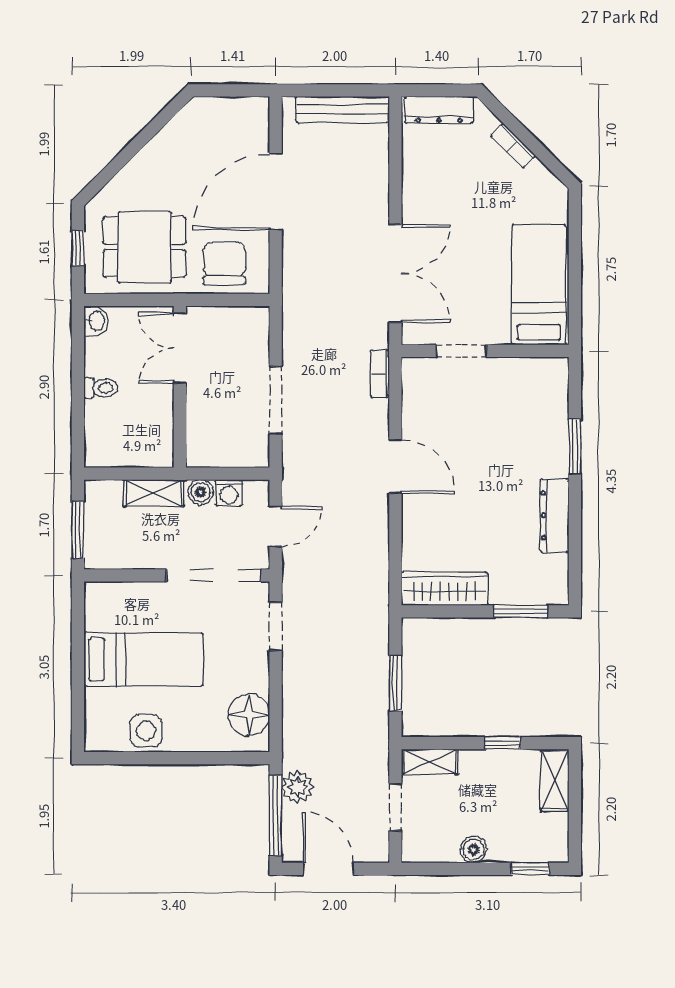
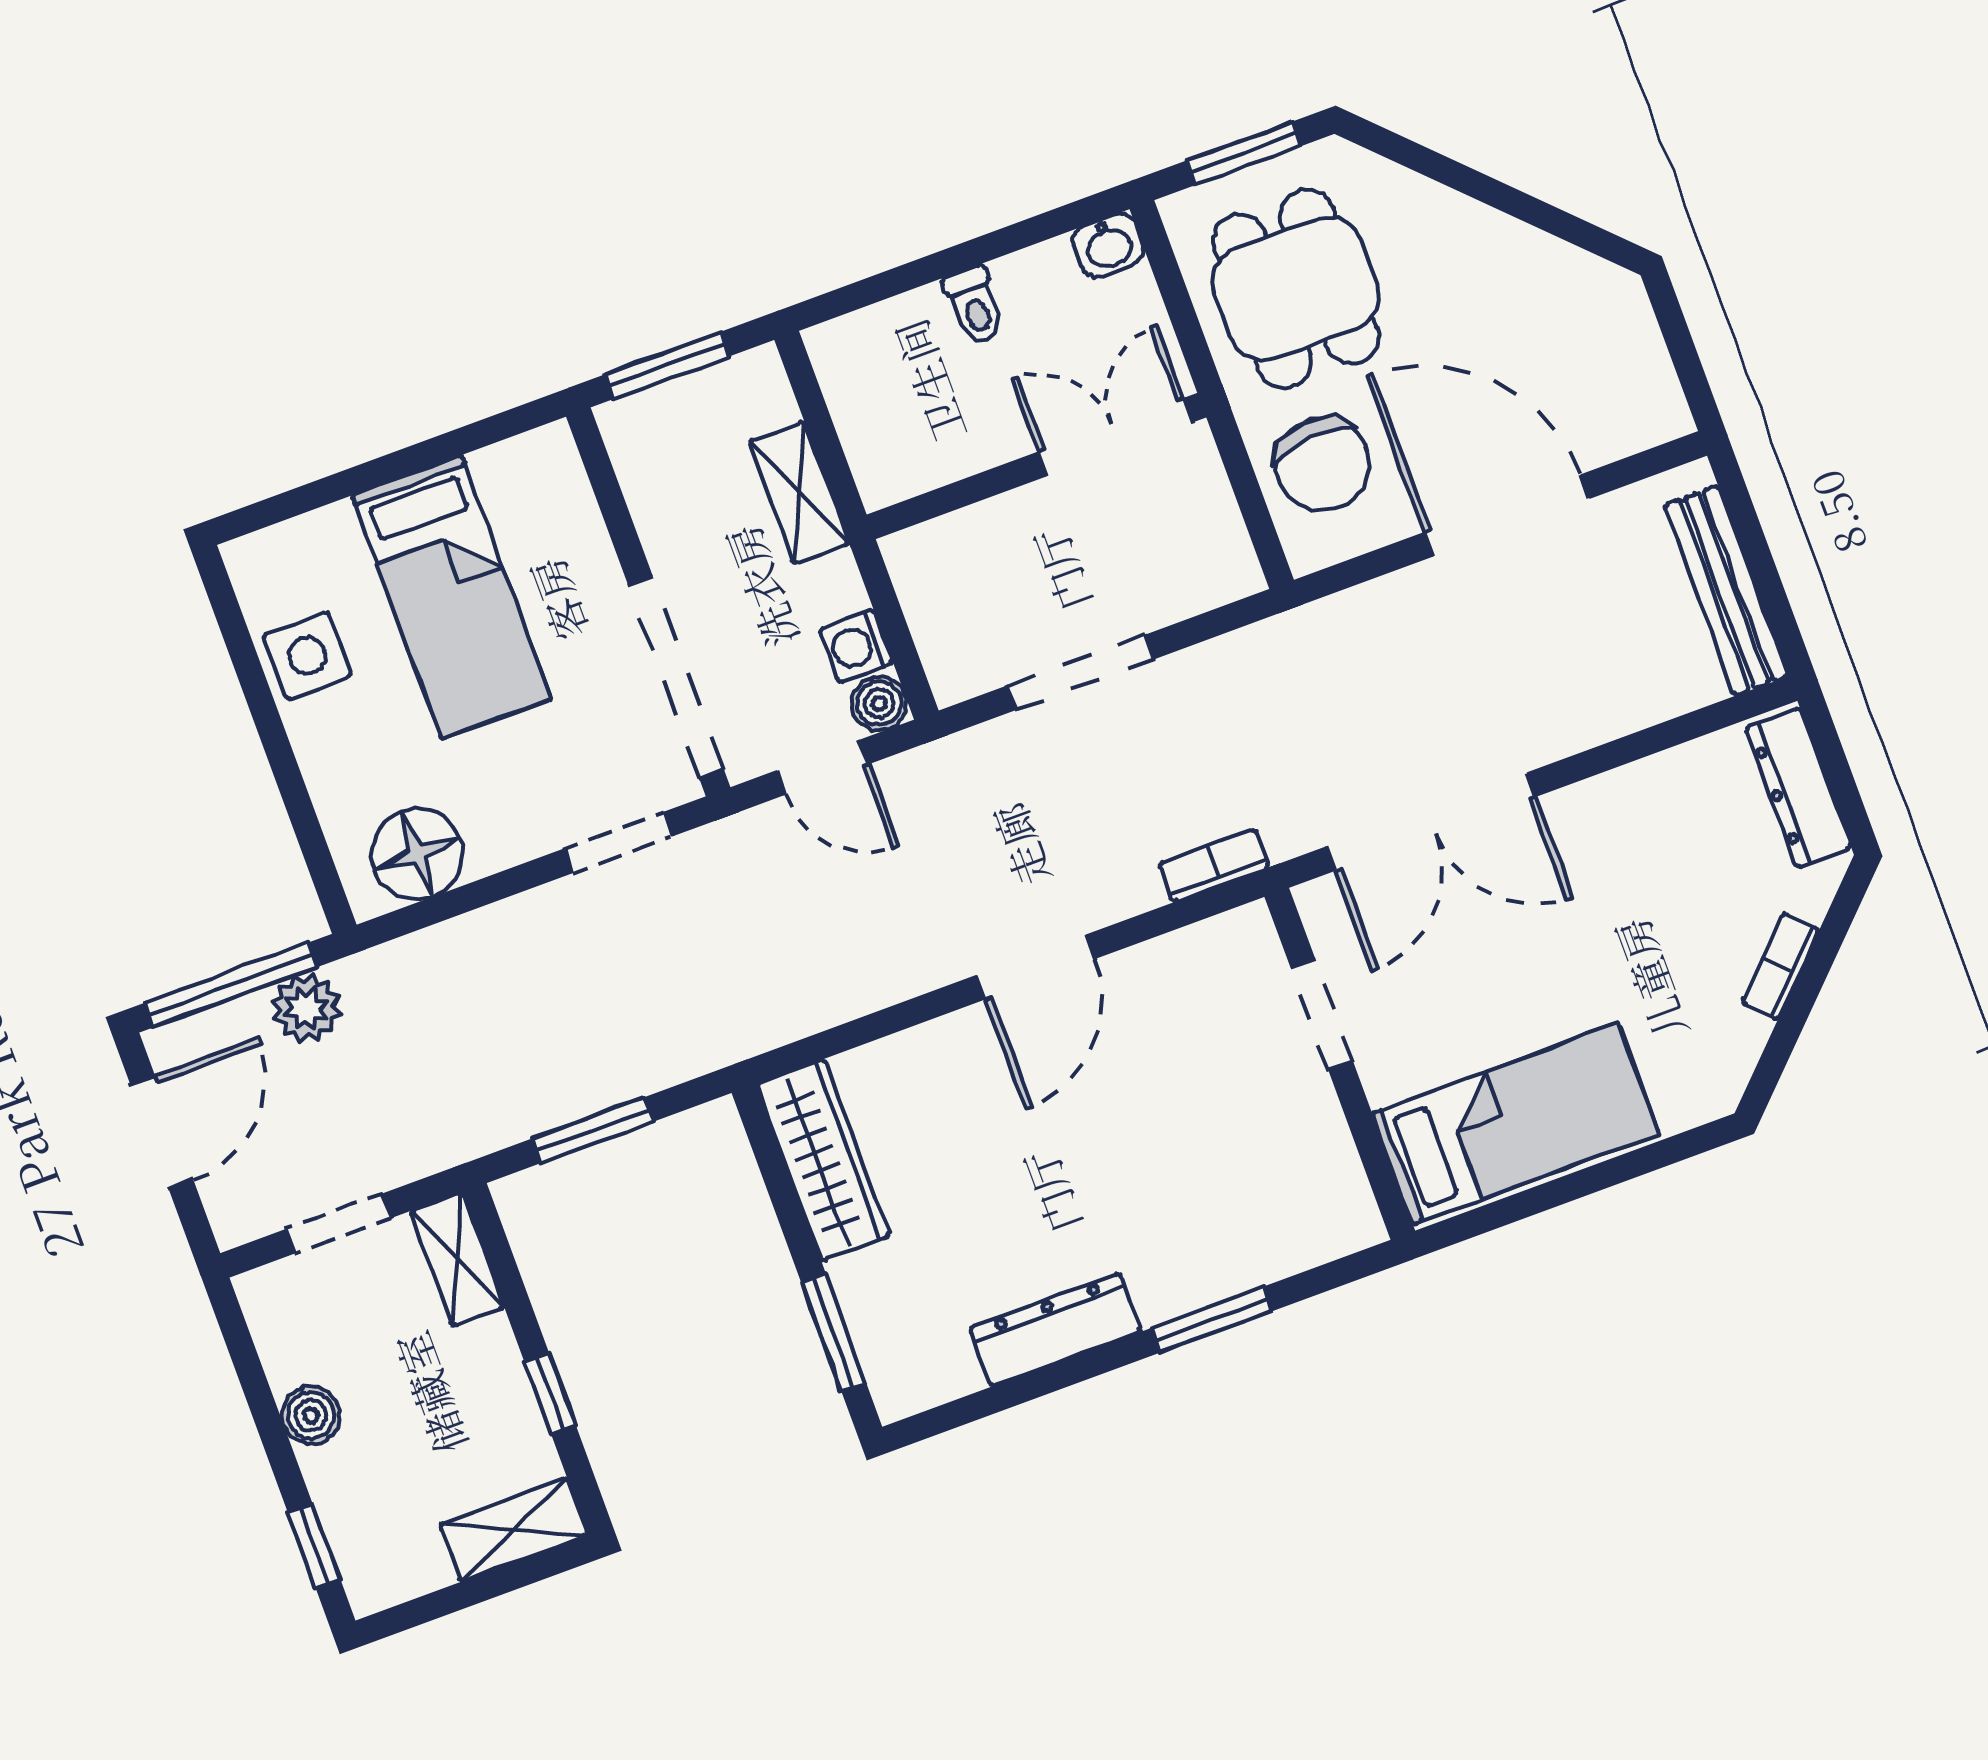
window: (78, 248) -> (1244, 153), width x1.50
chair: (224, 263) -> (1322, 464), turned 86
boiler: (201, 492) -> (879, 703), moved

